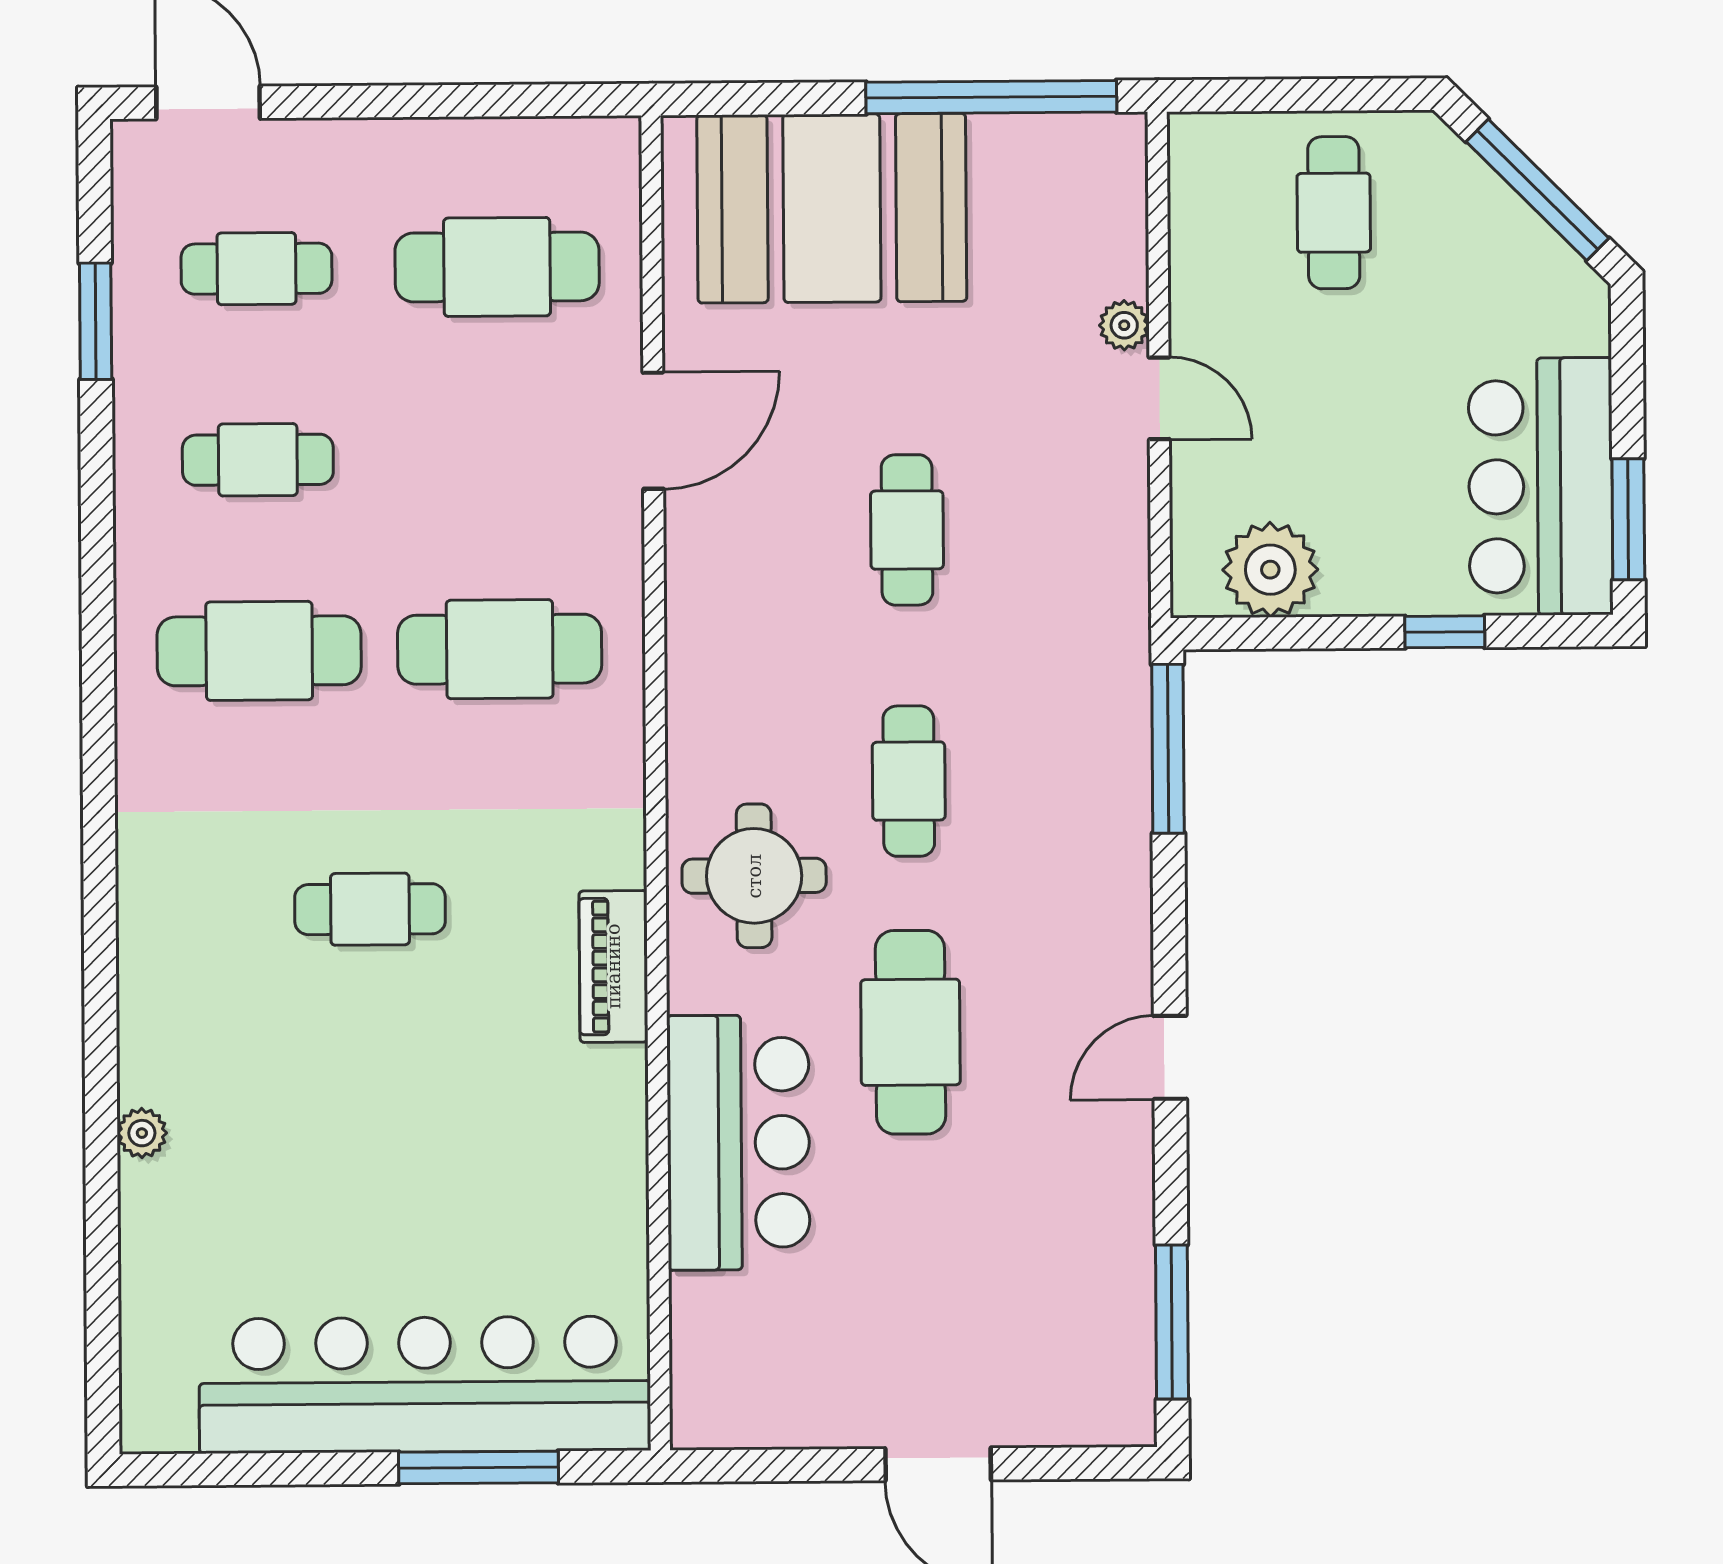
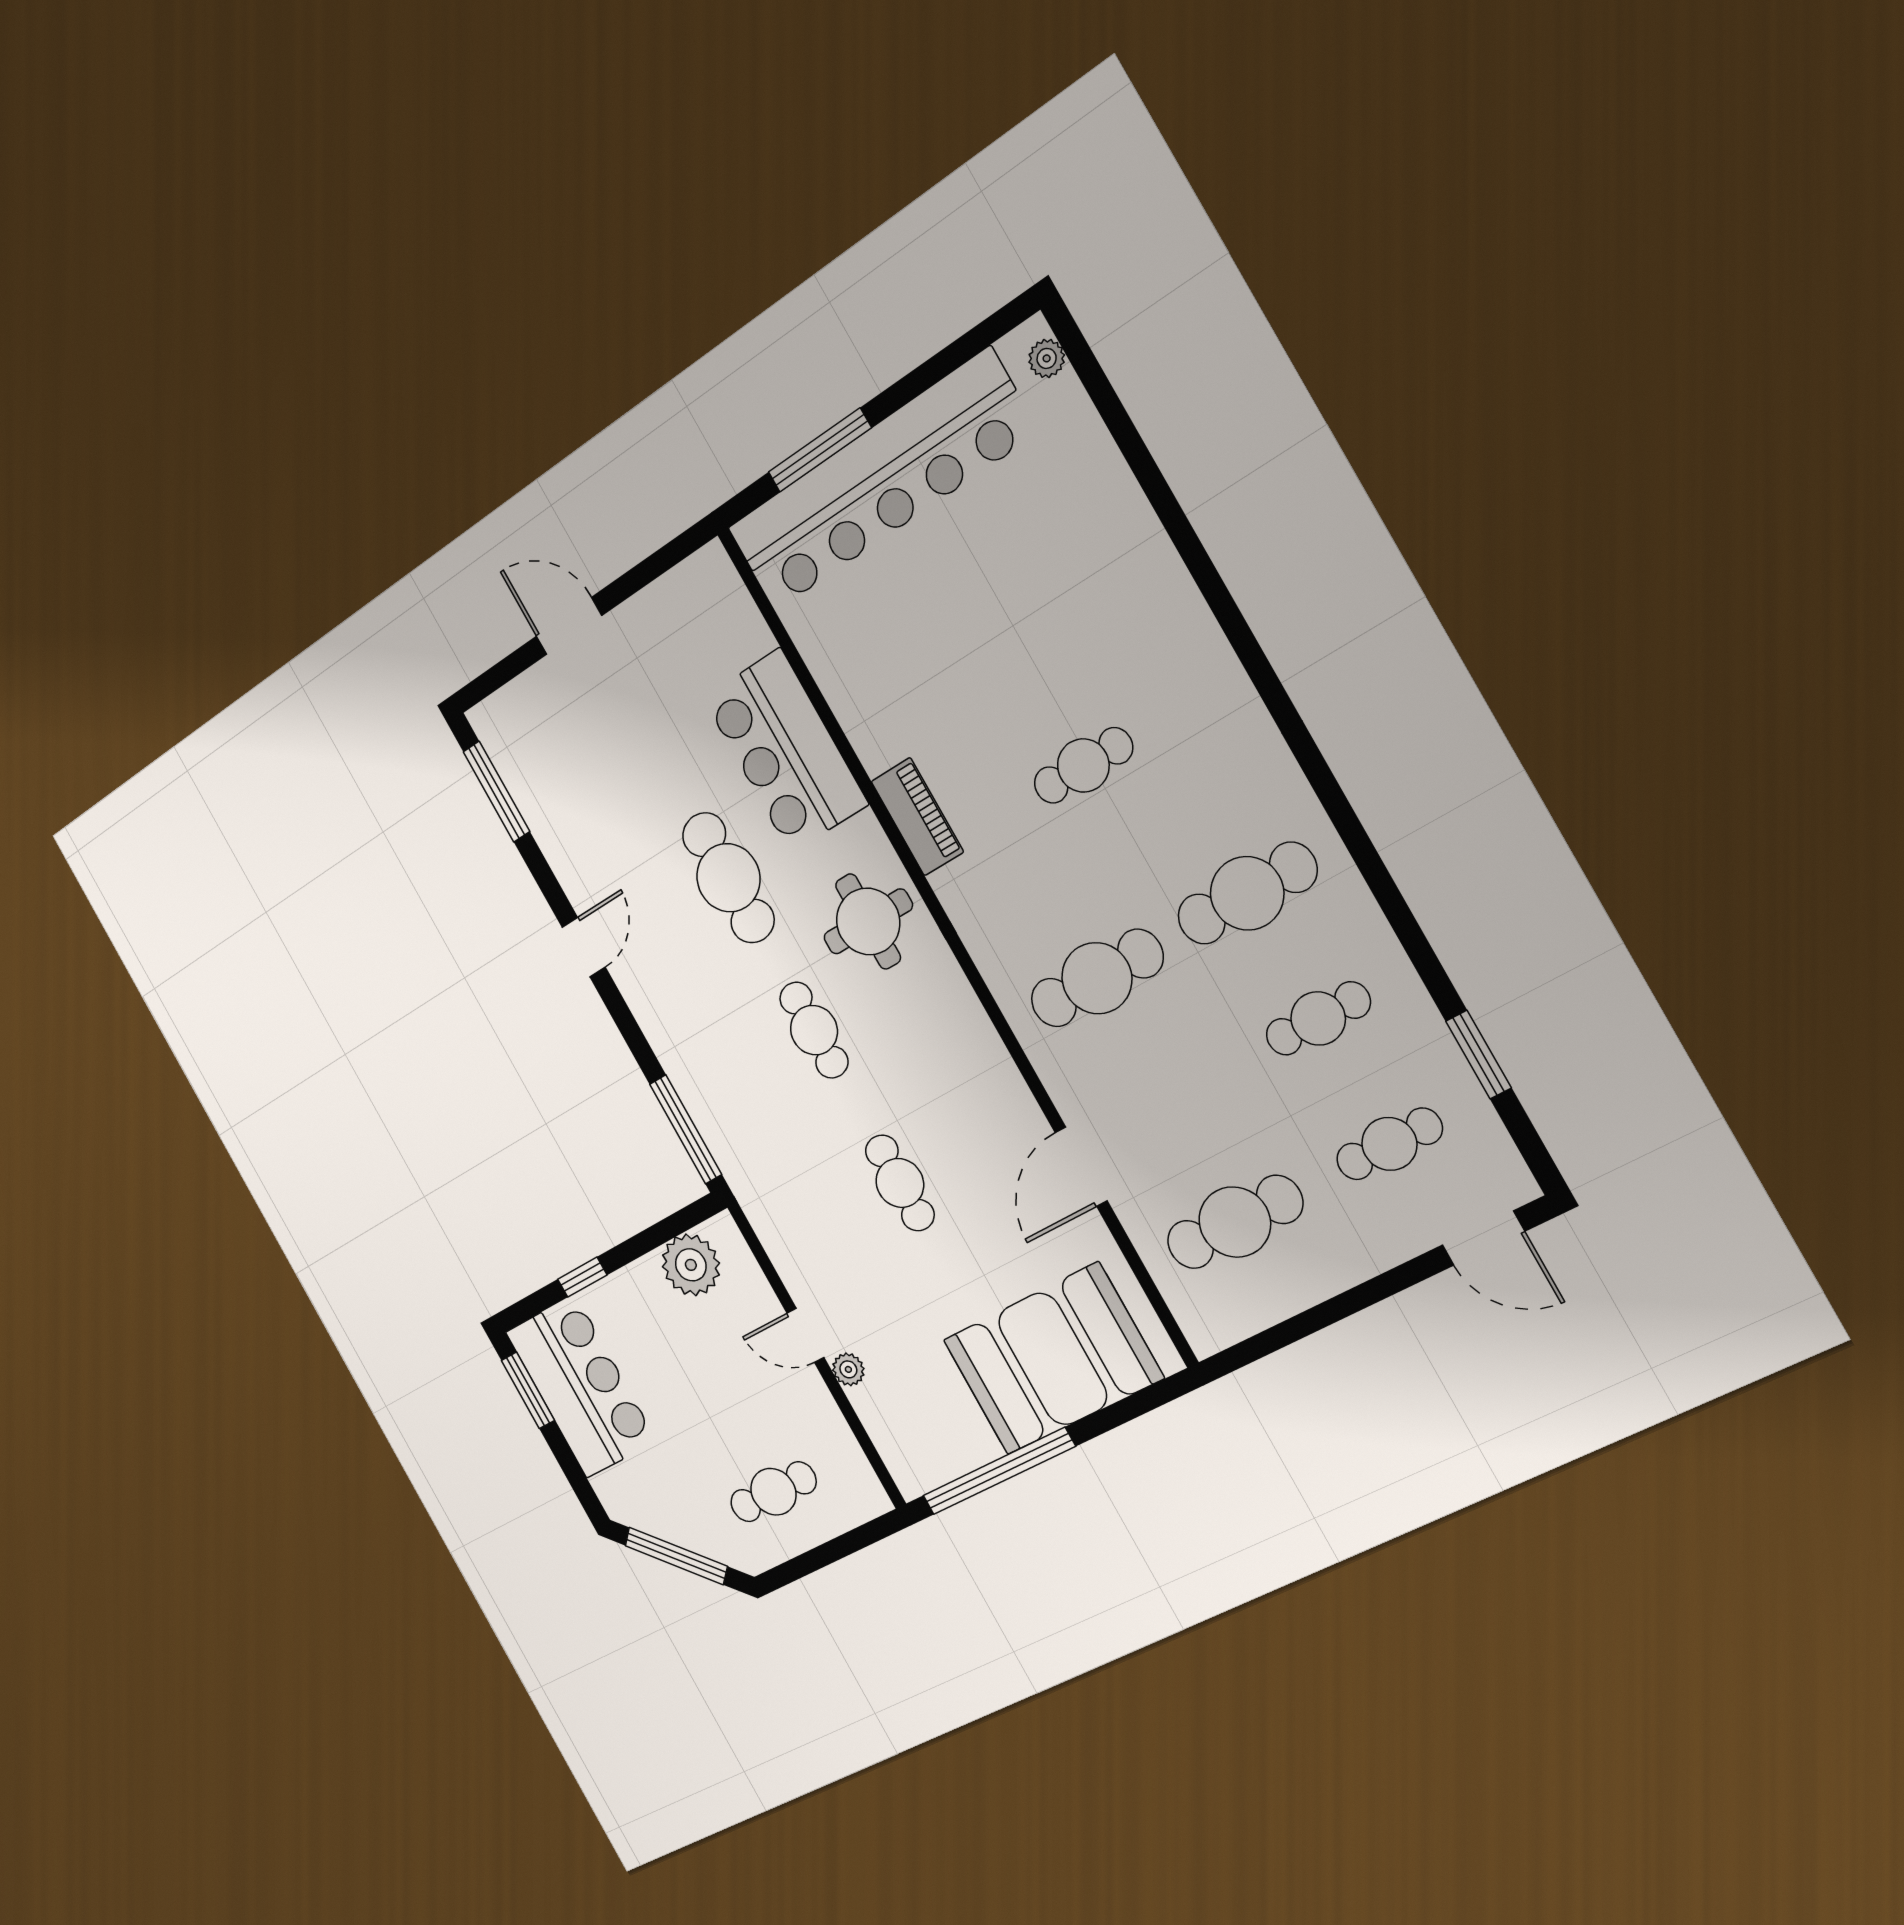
cafe table: (1334, 213) -> (773, 1492), turned 90
plant: (142, 1133) -> (1047, 358), moved

